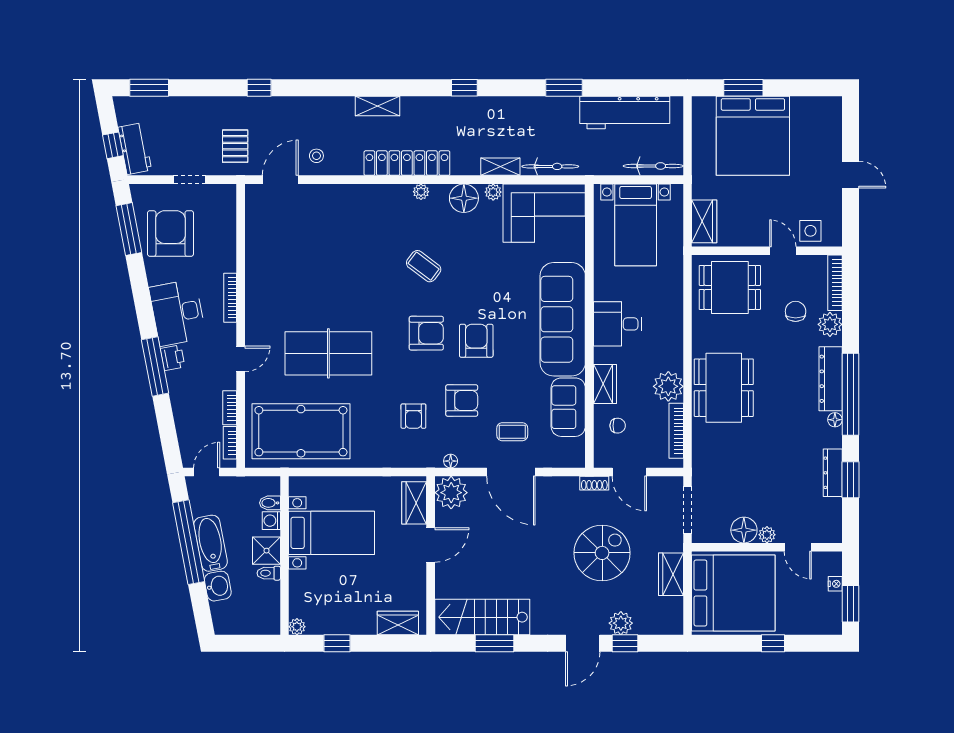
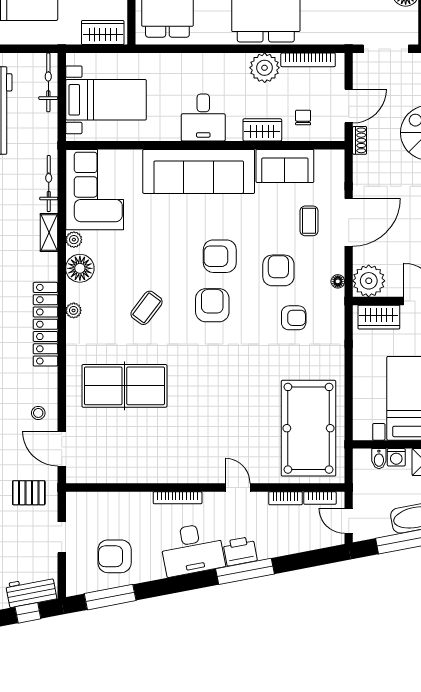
armchair: (170, 234) -> (115, 556), width x0.73, depth x0.73
table tennis table: (328, 353) -> (124, 386), moved, turned 90
printer: (172, 358) -> (240, 551), width x1.36, depth x1.24

